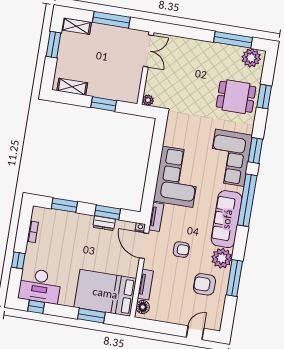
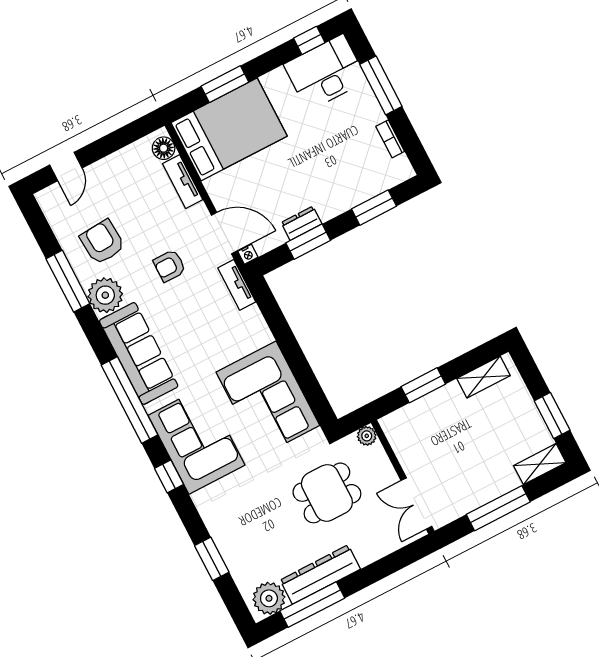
dresser: (219, 51) -> (320, 575), added
dining table: (236, 97) -> (327, 493), moved
window: (255, 150) -> (169, 476), width x0.67
corner sofa: (178, 177) -> (268, 399), moved
window: (18, 260) -> (381, 85), width x2.17
armchair: (204, 284) -> (102, 242), turned -94

